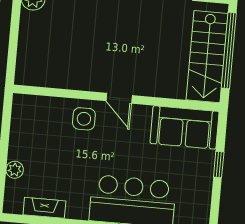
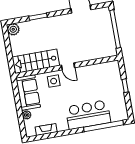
stairs: (207, 57) -> (36, 61), moved, turned 90
sofa: (185, 127) -> (28, 93), moved, turned -90

